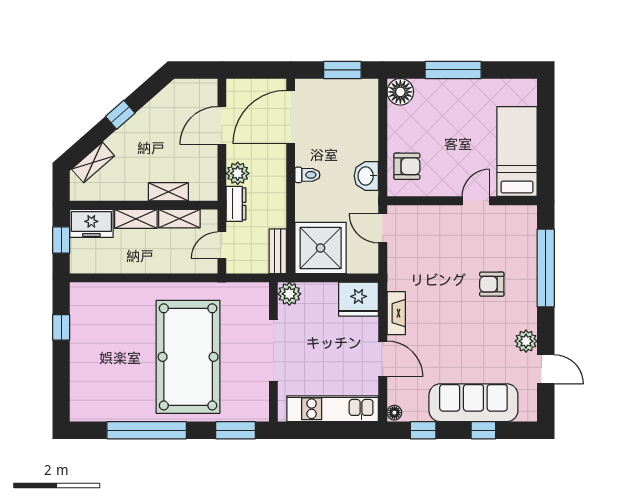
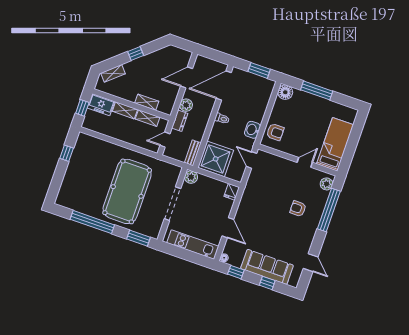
fridge: (359, 299) -> (232, 192), width x0.53, depth x0.75
fireplace: (396, 313) -> (243, 206), removed
plant: (526, 341) -> (326, 184), moved

